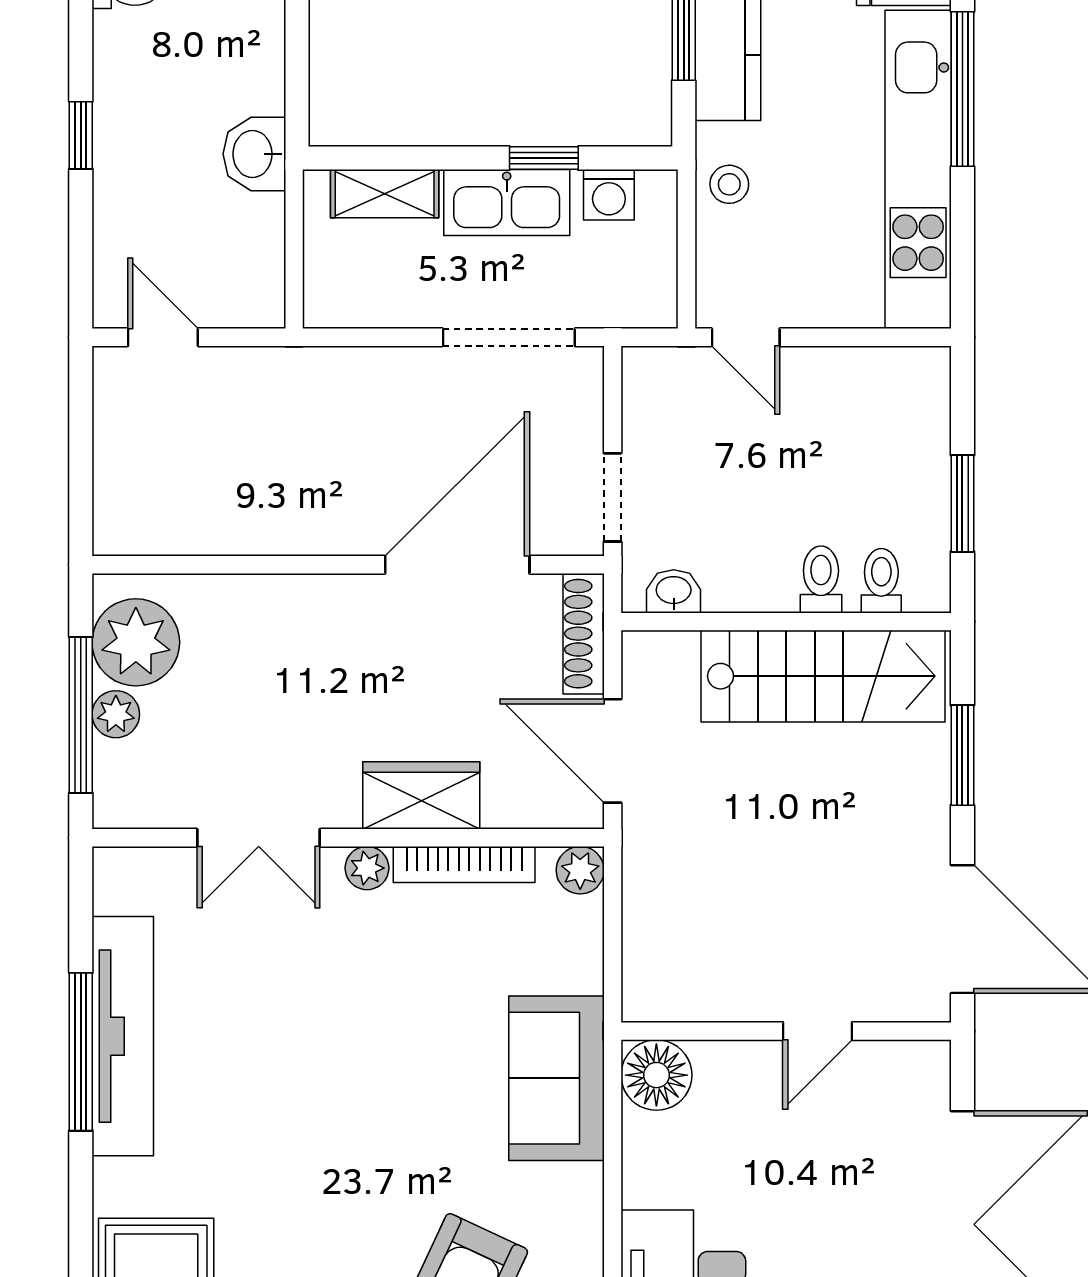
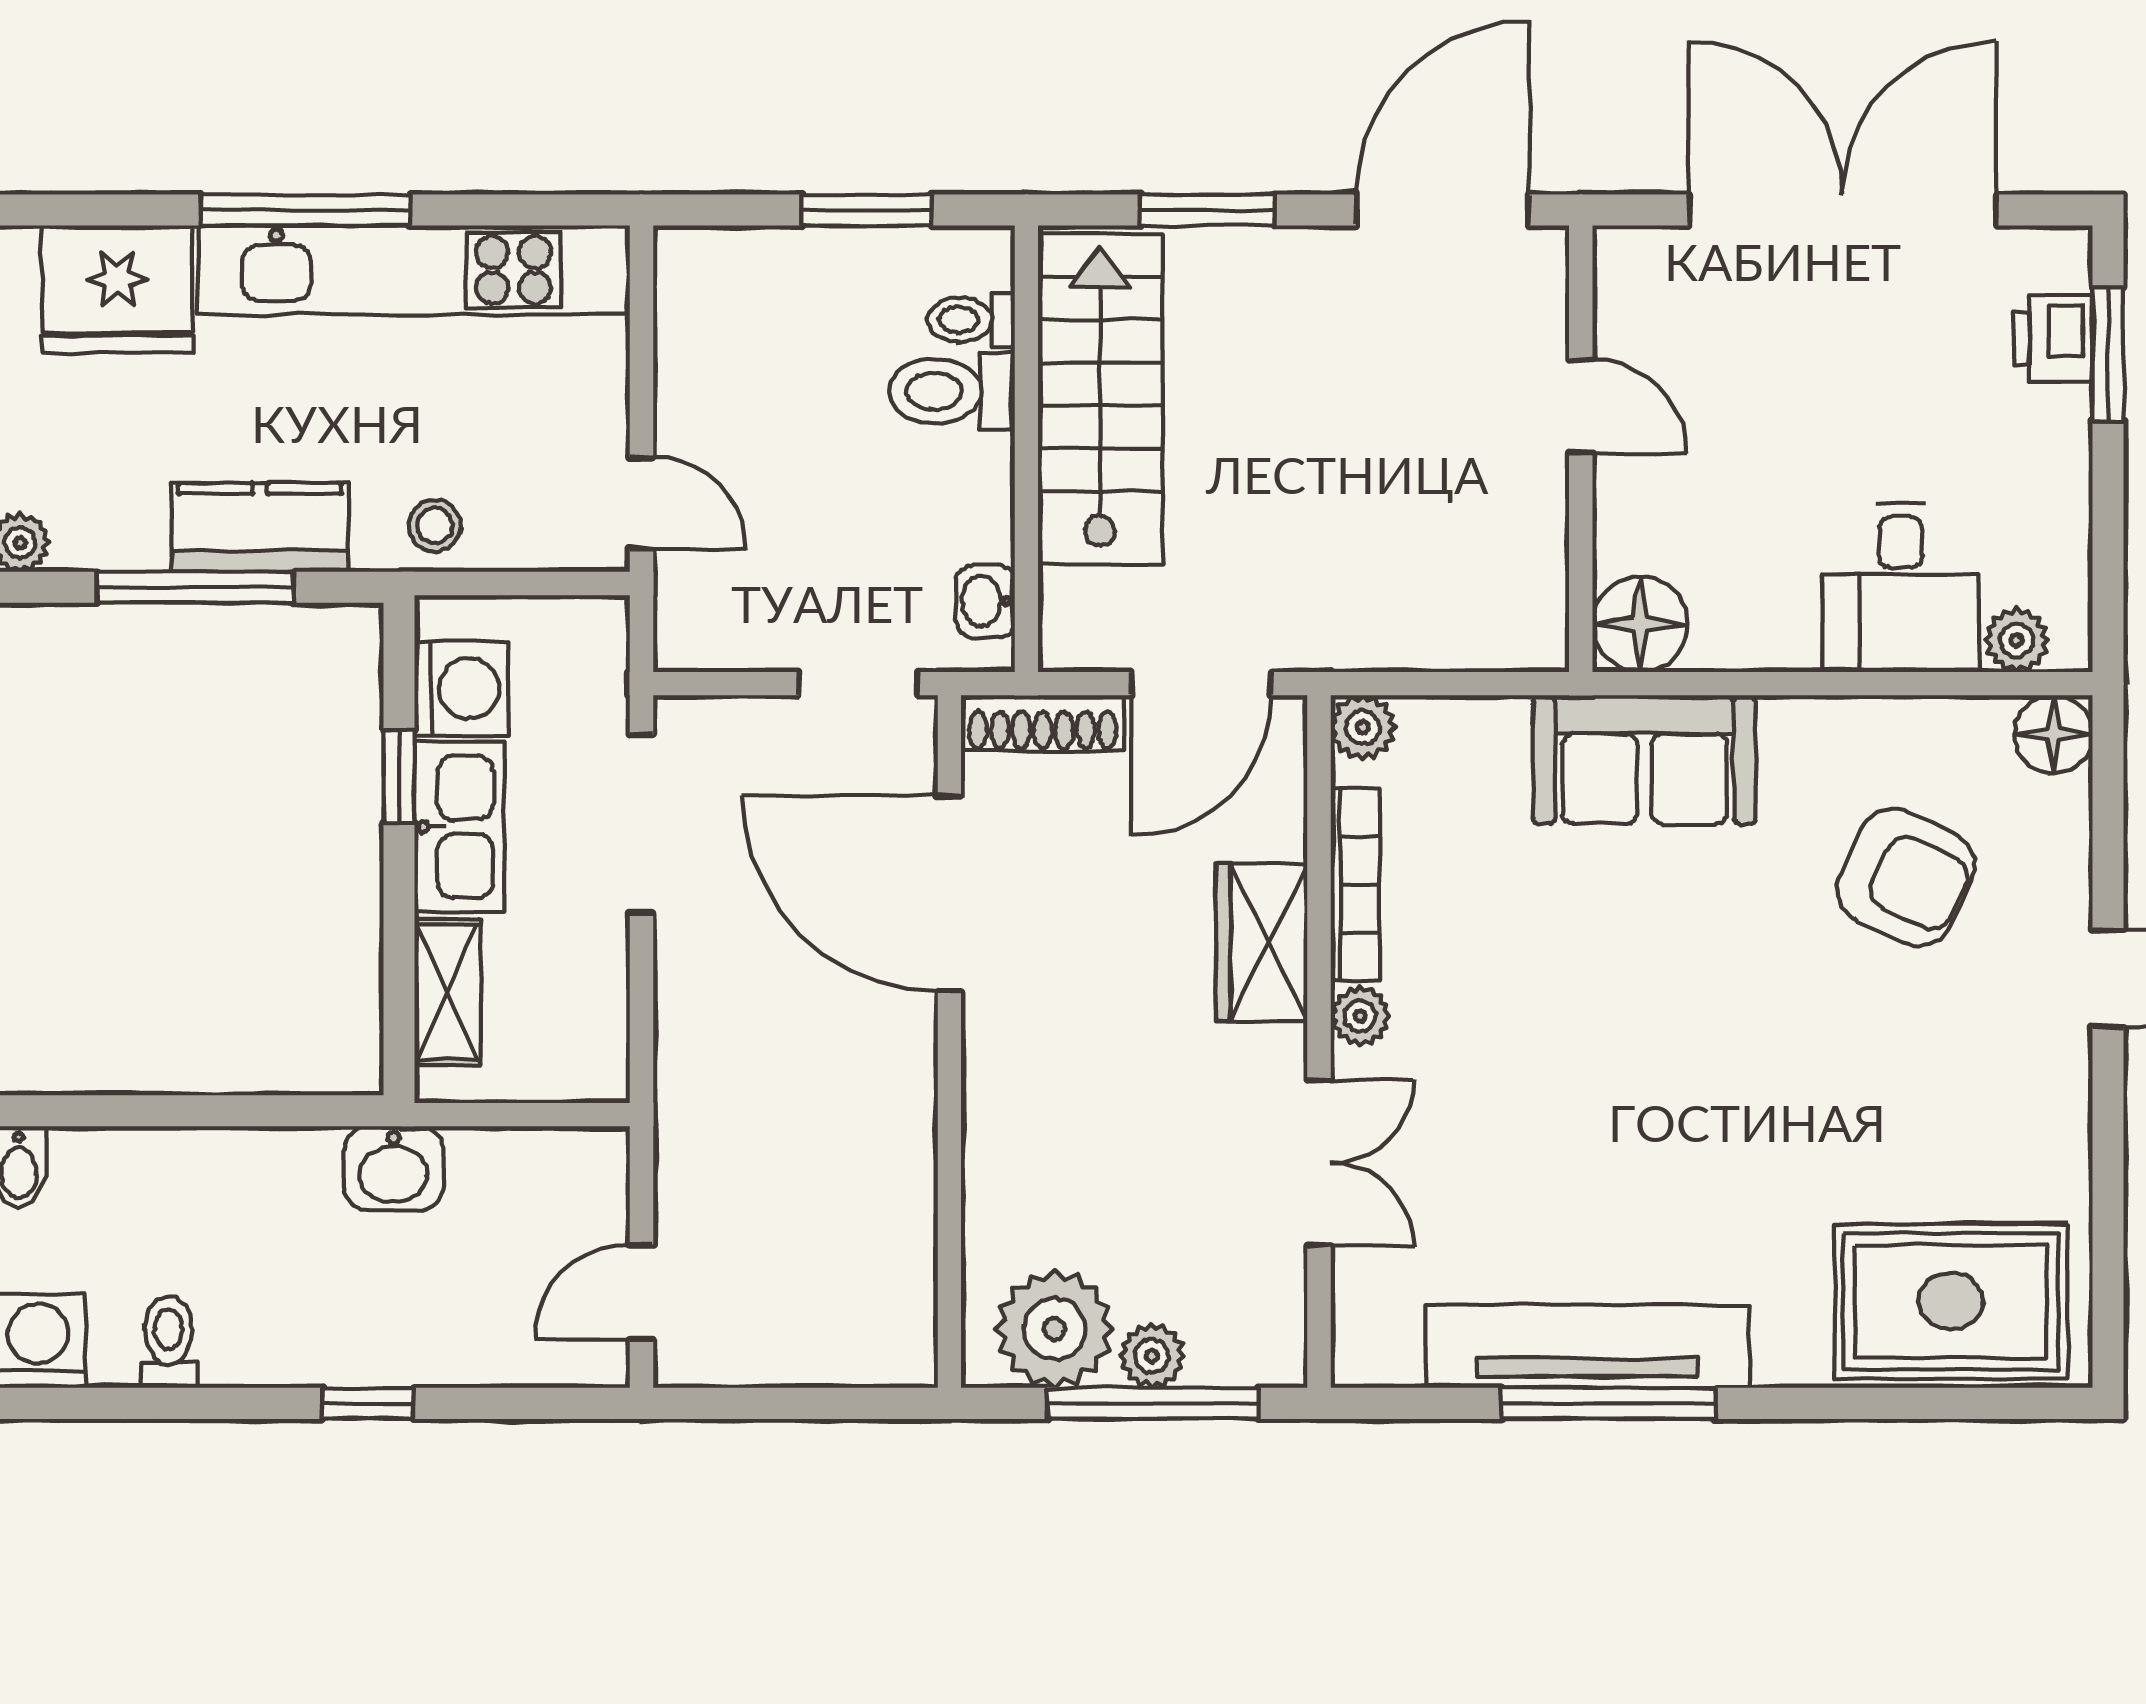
washing machine: (609, 195) -> (462, 689), width x1.38, depth x1.38
door: (746, 337) -> (641, 503), hinge flipped
toilet: (821, 579) -> (952, 391), width x1.37, depth x1.39

